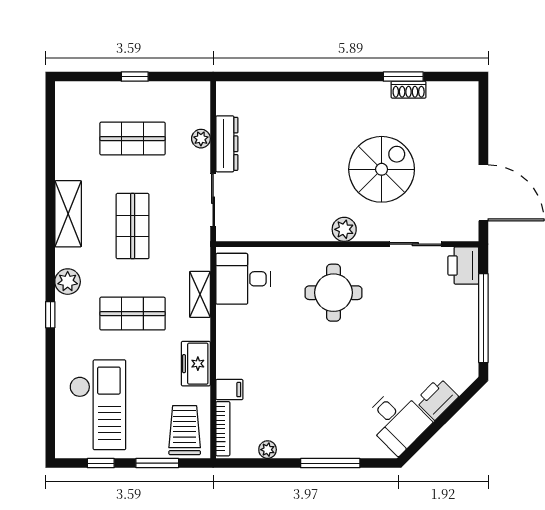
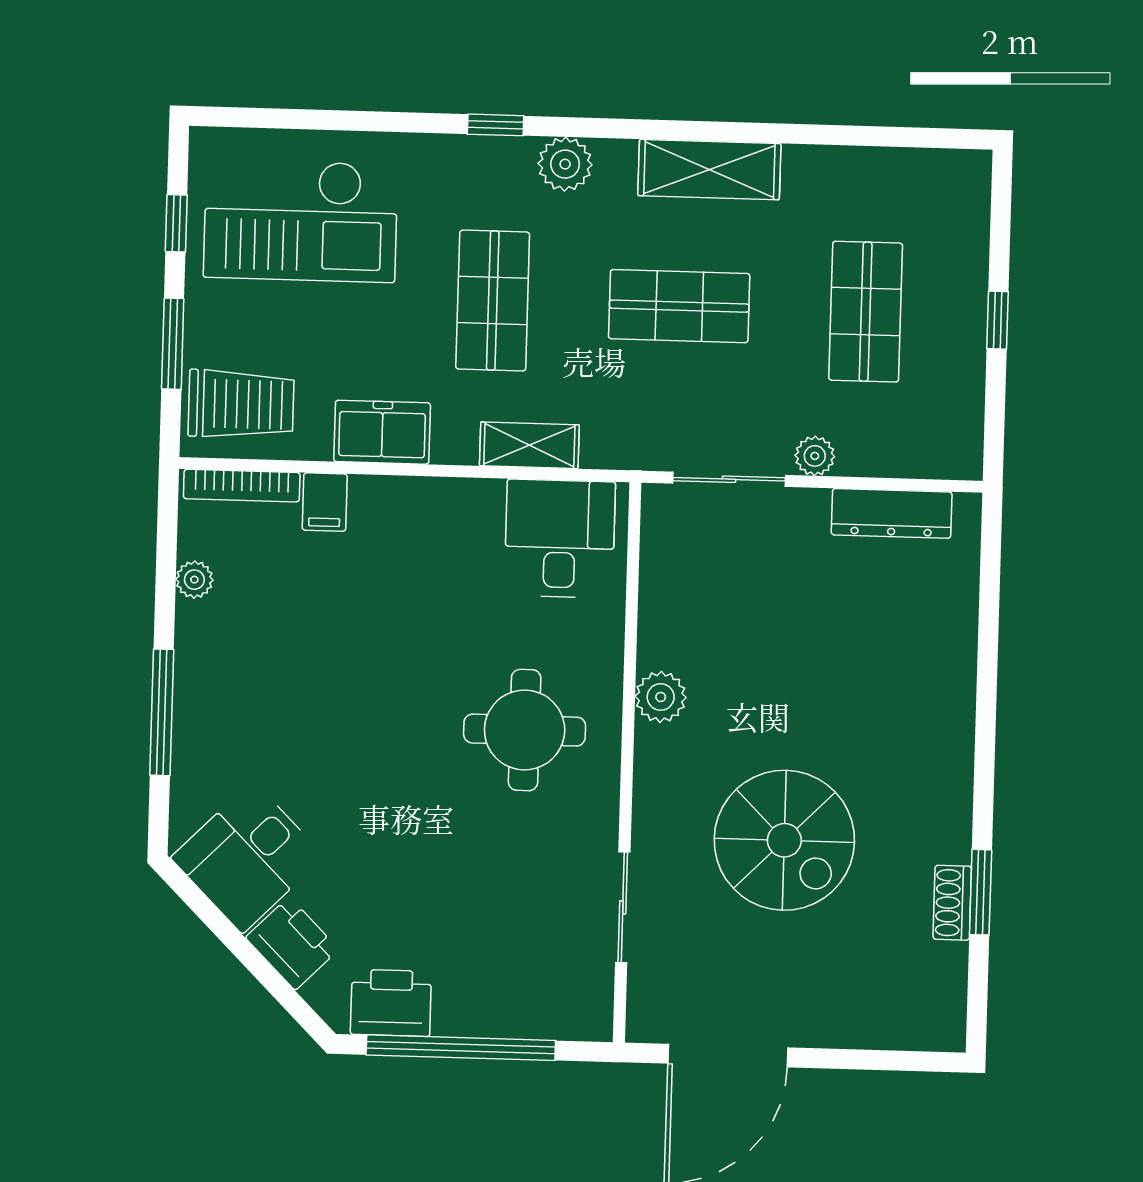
plant: (201, 139) -> (815, 456), moved
dresser: (227, 144) -> (892, 513), moved
plant: (344, 229) -> (661, 697), moved
printer: (463, 266) -> (391, 1003), moved

